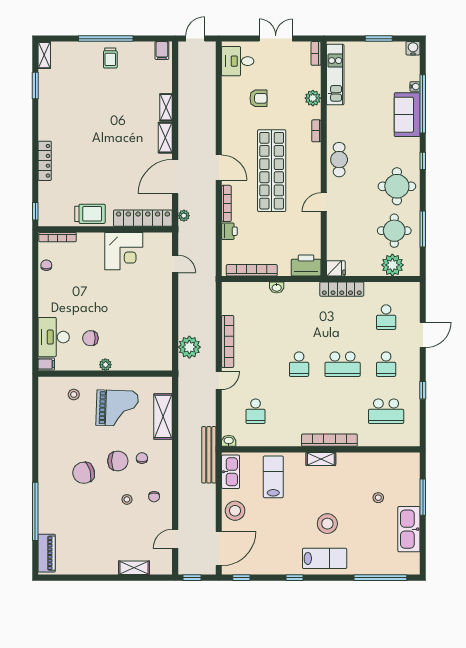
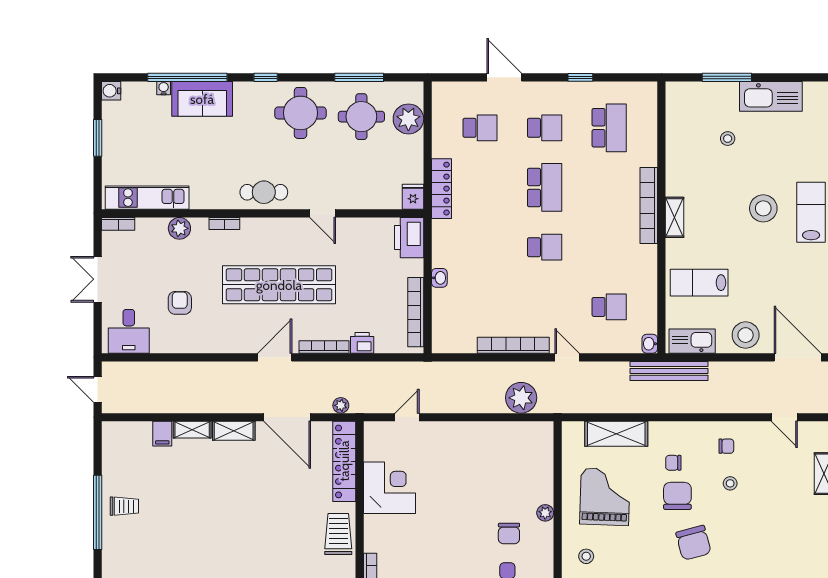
filing cabinet: (162, 51) -> (162, 434), moved, turned 90

